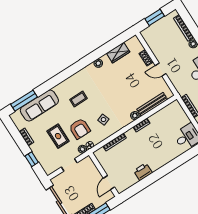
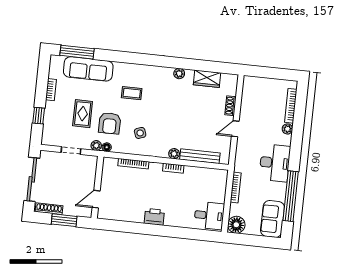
window: (155, 17) -> (270, 73), removed
door: (161, 70) -> (235, 129), hinge flipped
printer: (143, 172) -> (154, 217), moved

